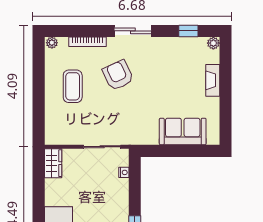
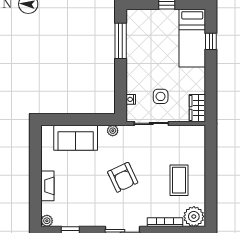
plant: (52, 43) -> (194, 216), width x1.88, depth x1.88
armchair: (118, 75) -> (123, 177), moved
plant: (143, 139) -> (113, 131), added
side table: (92, 176) -> (161, 96), added

